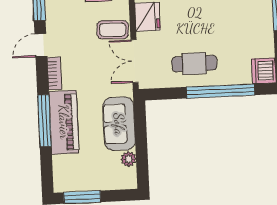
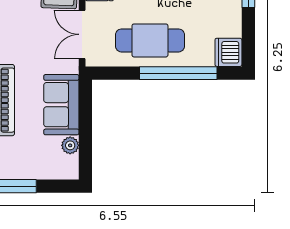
cafe table: (194, 64) -> (150, 40), width x1.37, depth x1.35

